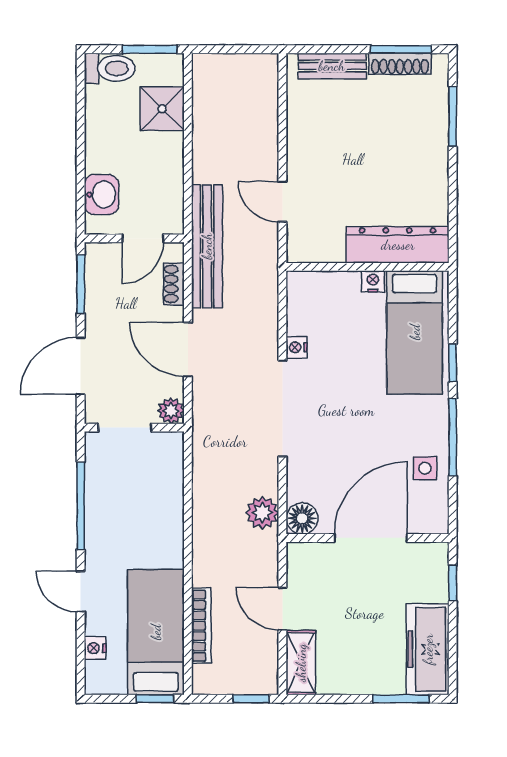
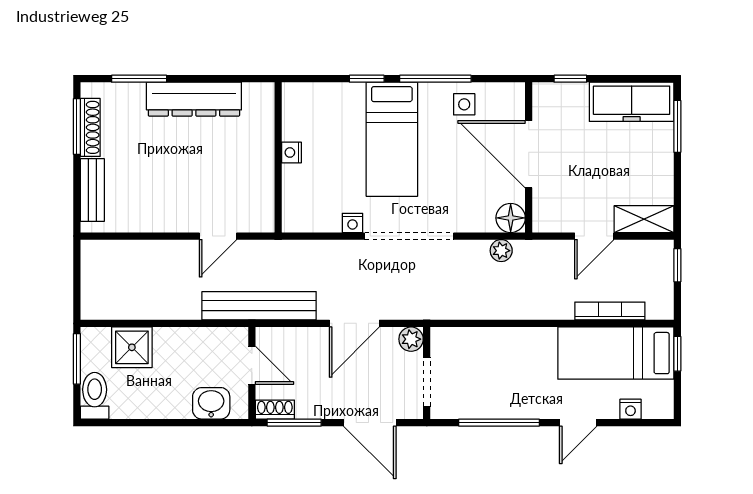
dresser: (398, 245) -> (194, 99), moved, turned -90
shoe rack: (174, 284) -> (275, 410), moved, turned 180
bed: (415, 332) -> (392, 139), moved, turned 90
plant: (262, 513) -> (501, 251), width x0.73, depth x0.73

